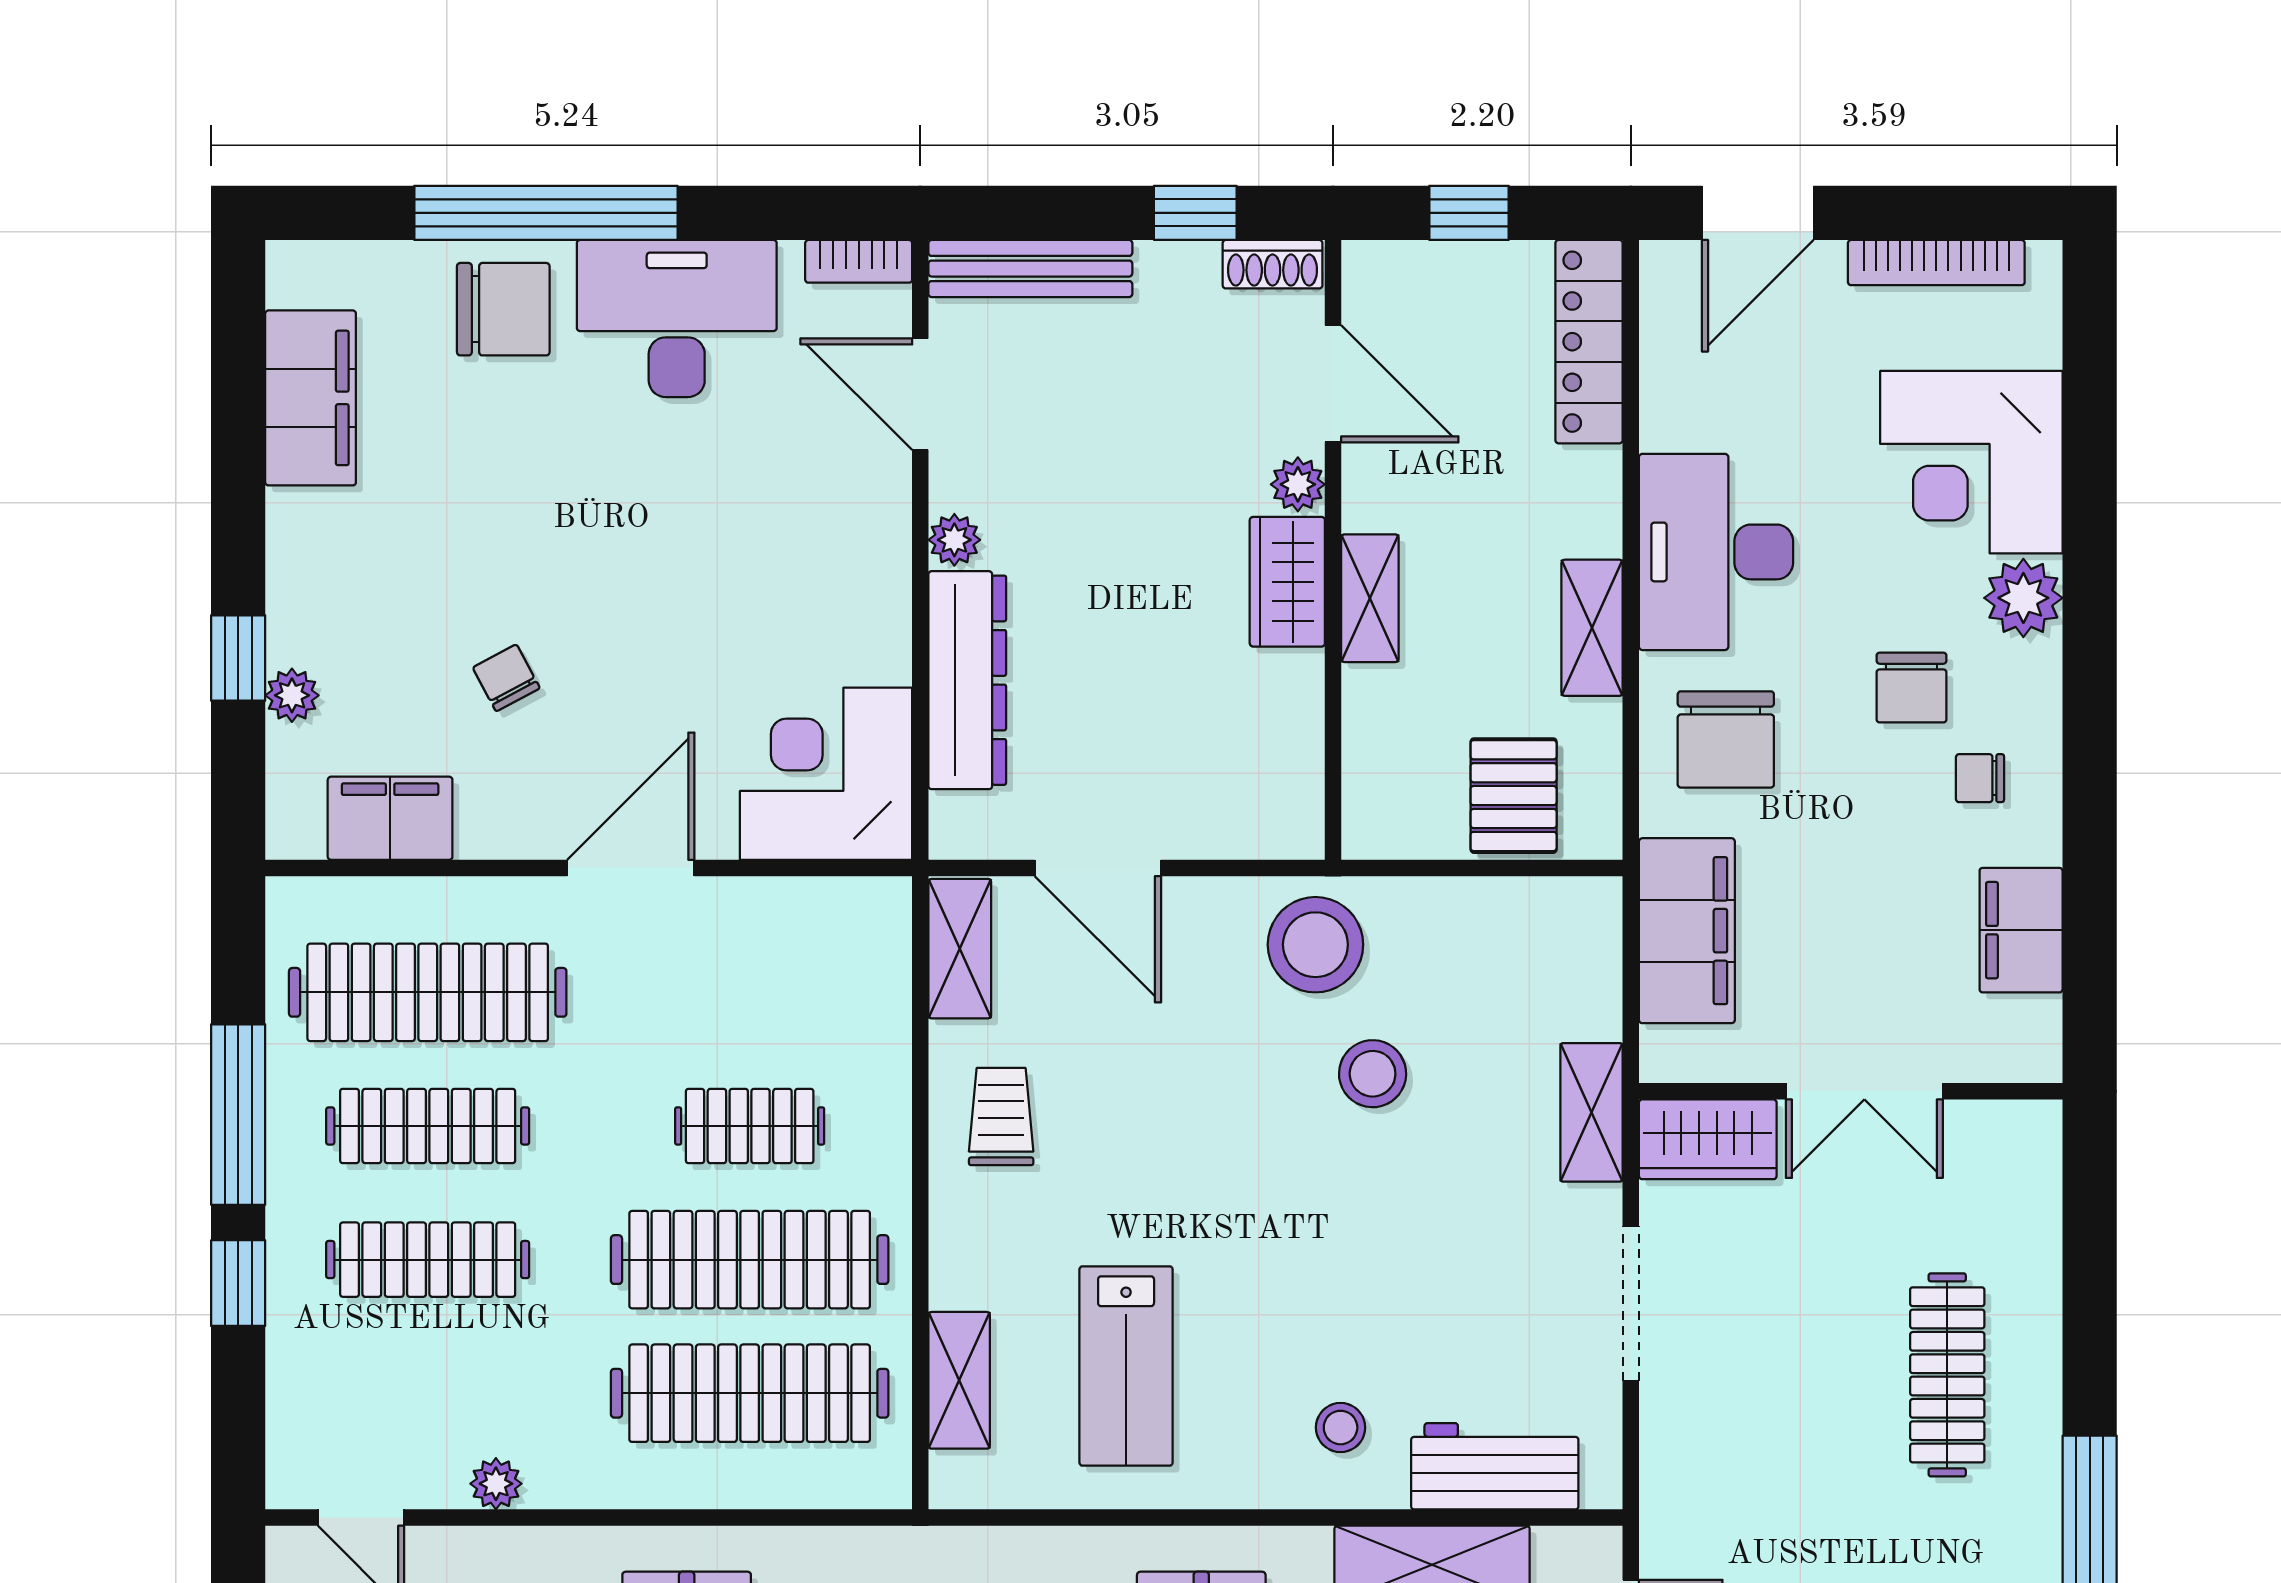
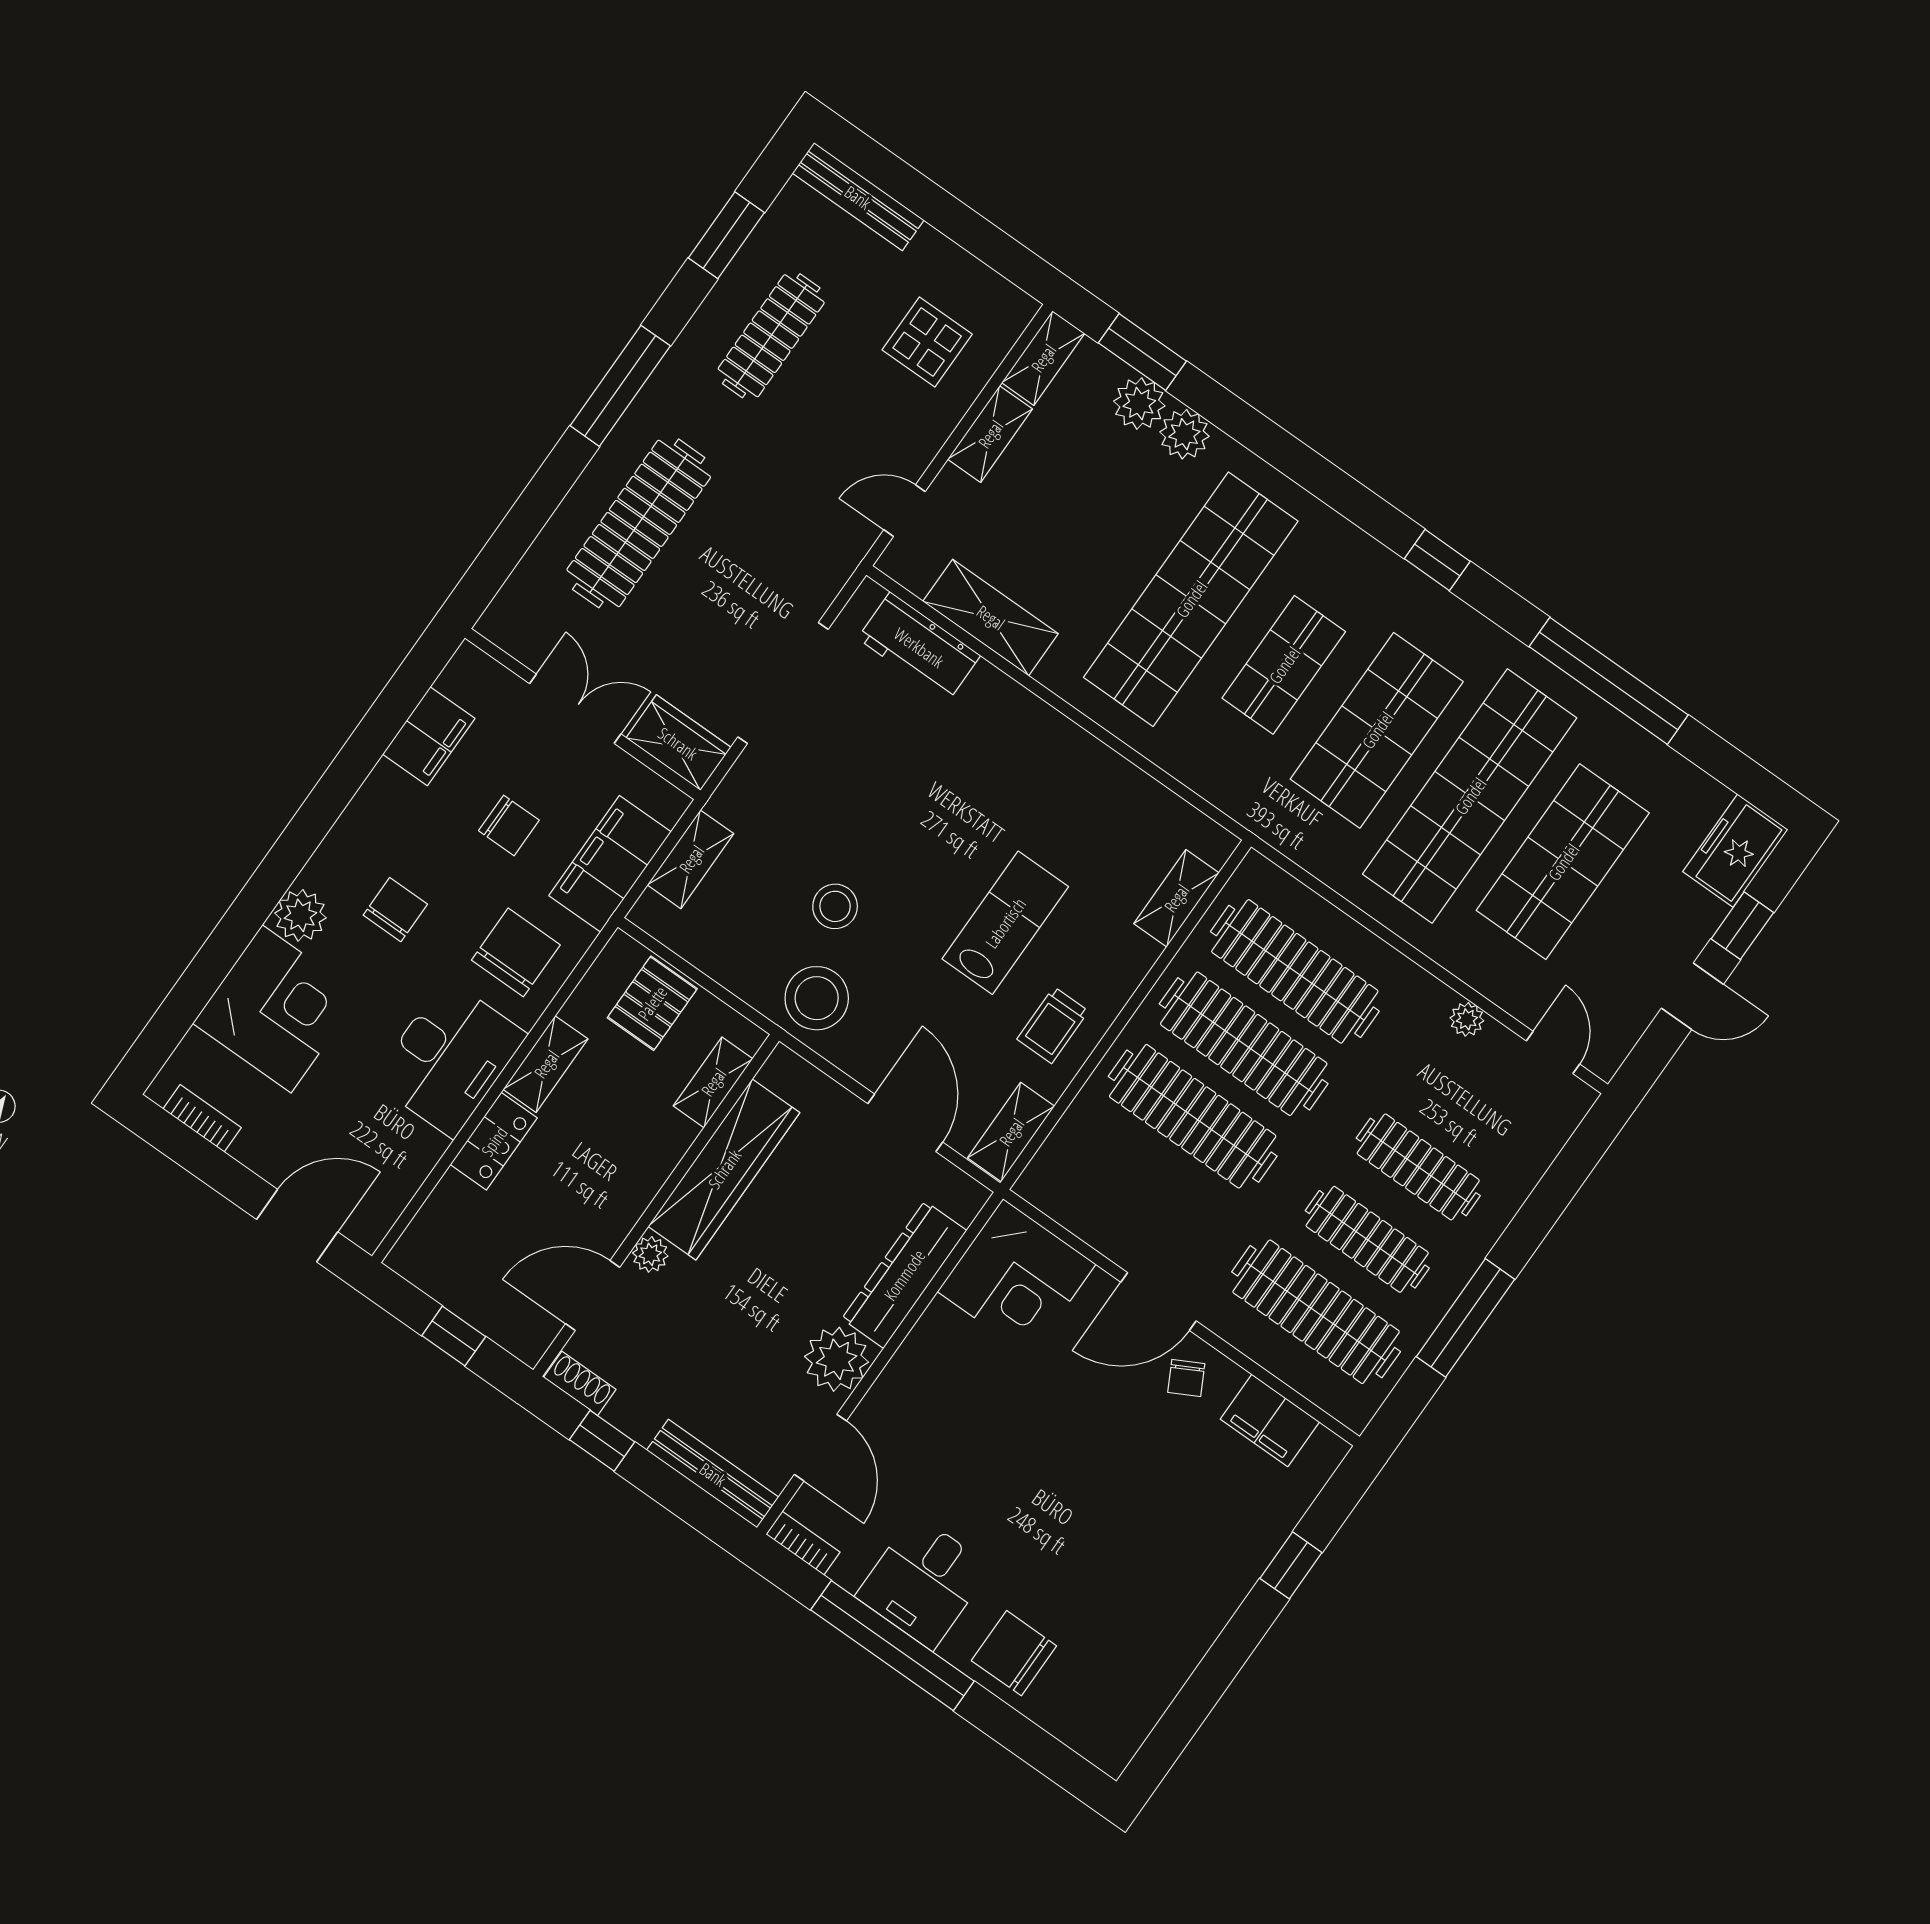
window: (546, 213) -> (892, 1646), moved
bookcase: (1936, 263) -> (202, 1118), width x0.64
desk: (677, 318) -> (923, 1582), width x0.73
locker: (1589, 342) -> (494, 1141), moved, width x0.66
door: (1333, 384) -> (593, 1295), hinge flipped
filing cabinet: (311, 398) -> (1152, 1679), removed
plant: (954, 540) -> (837, 1359), width x1.88, depth x1.88
wardrobe: (1287, 582) -> (724, 1169), width x2.10, depth x1.17
shelving: (1370, 598) -> (713, 1082), moved
chair: (506, 678) -> (1186, 1378), moved
plant: (292, 695) -> (1276, 1525), removed
chair: (1980, 778) -> (509, 825), moved, width x1.37, depth x1.37
shelving: (1592, 1112) -> (691, 859), moved
clothes rail: (750, 1126) -> (1193, 1116), width x1.86, depth x1.31
window: (238, 1283) -> (1530, 1227), removed
doorway: (1631, 1304) -> (783, 683), width x1.36
lab bench: (1126, 1366) -> (1005, 923), moved
clothes rail: (1947, 1375) -> (639, 523), width x1.37, depth x1.31
stool: (1341, 1428) -> (988, 727), removed

